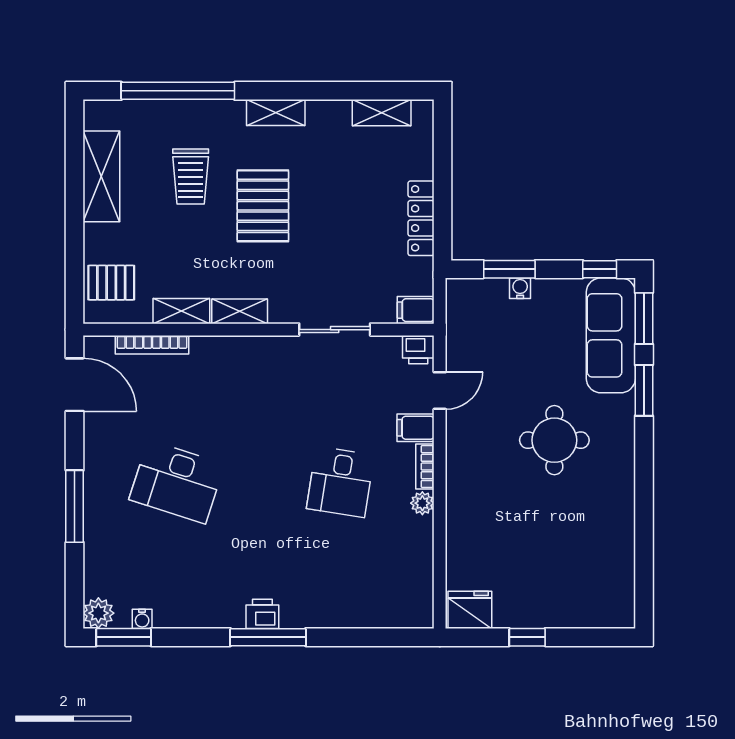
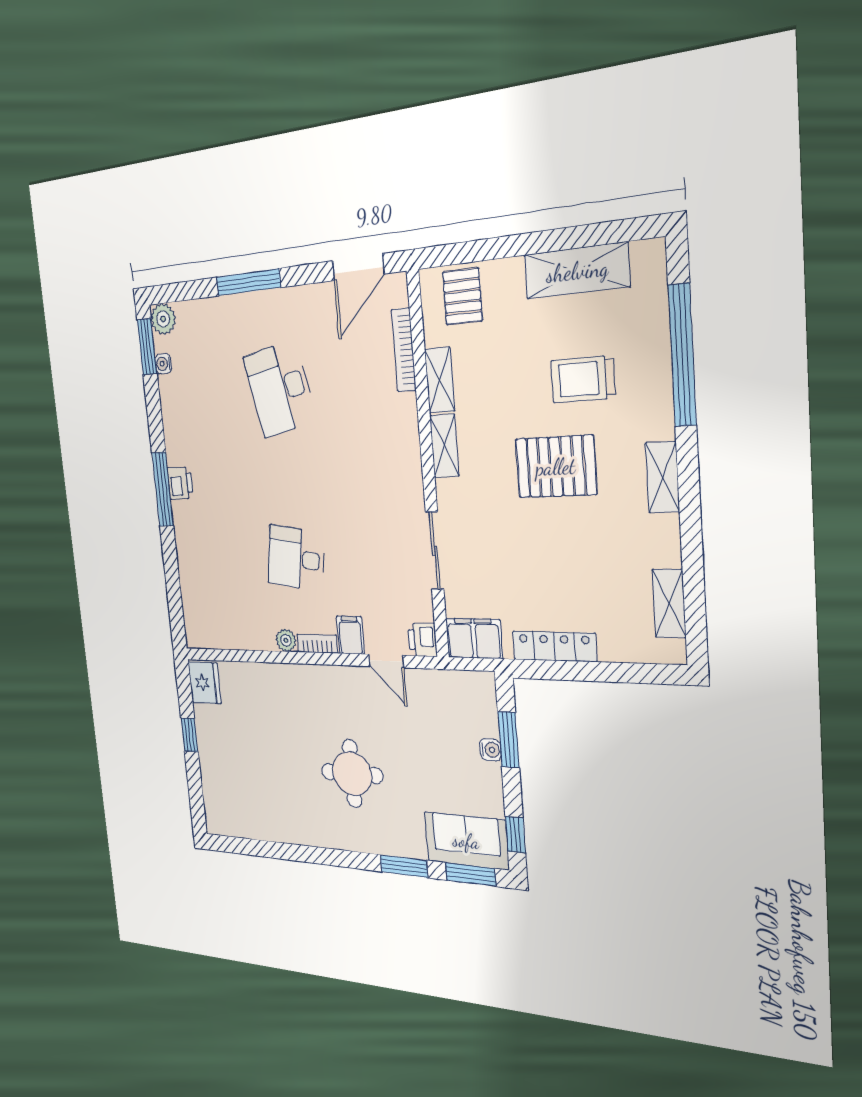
filing cabinet: (416, 310) -> (474, 638), width x2.00
sofa: (611, 335) -> (466, 841), width x0.73
desk: (177, 482) -> (280, 389), turned -30

